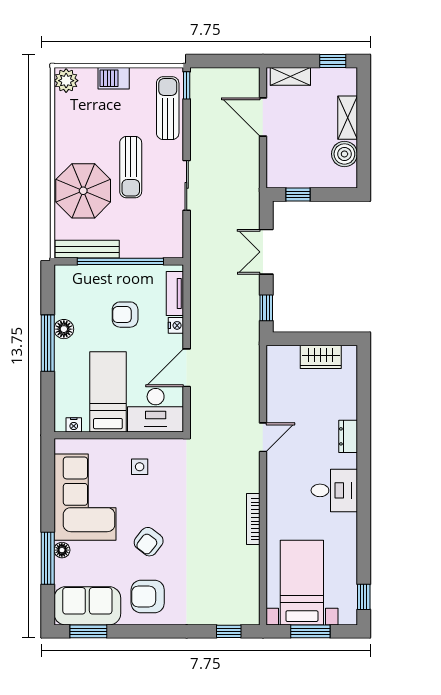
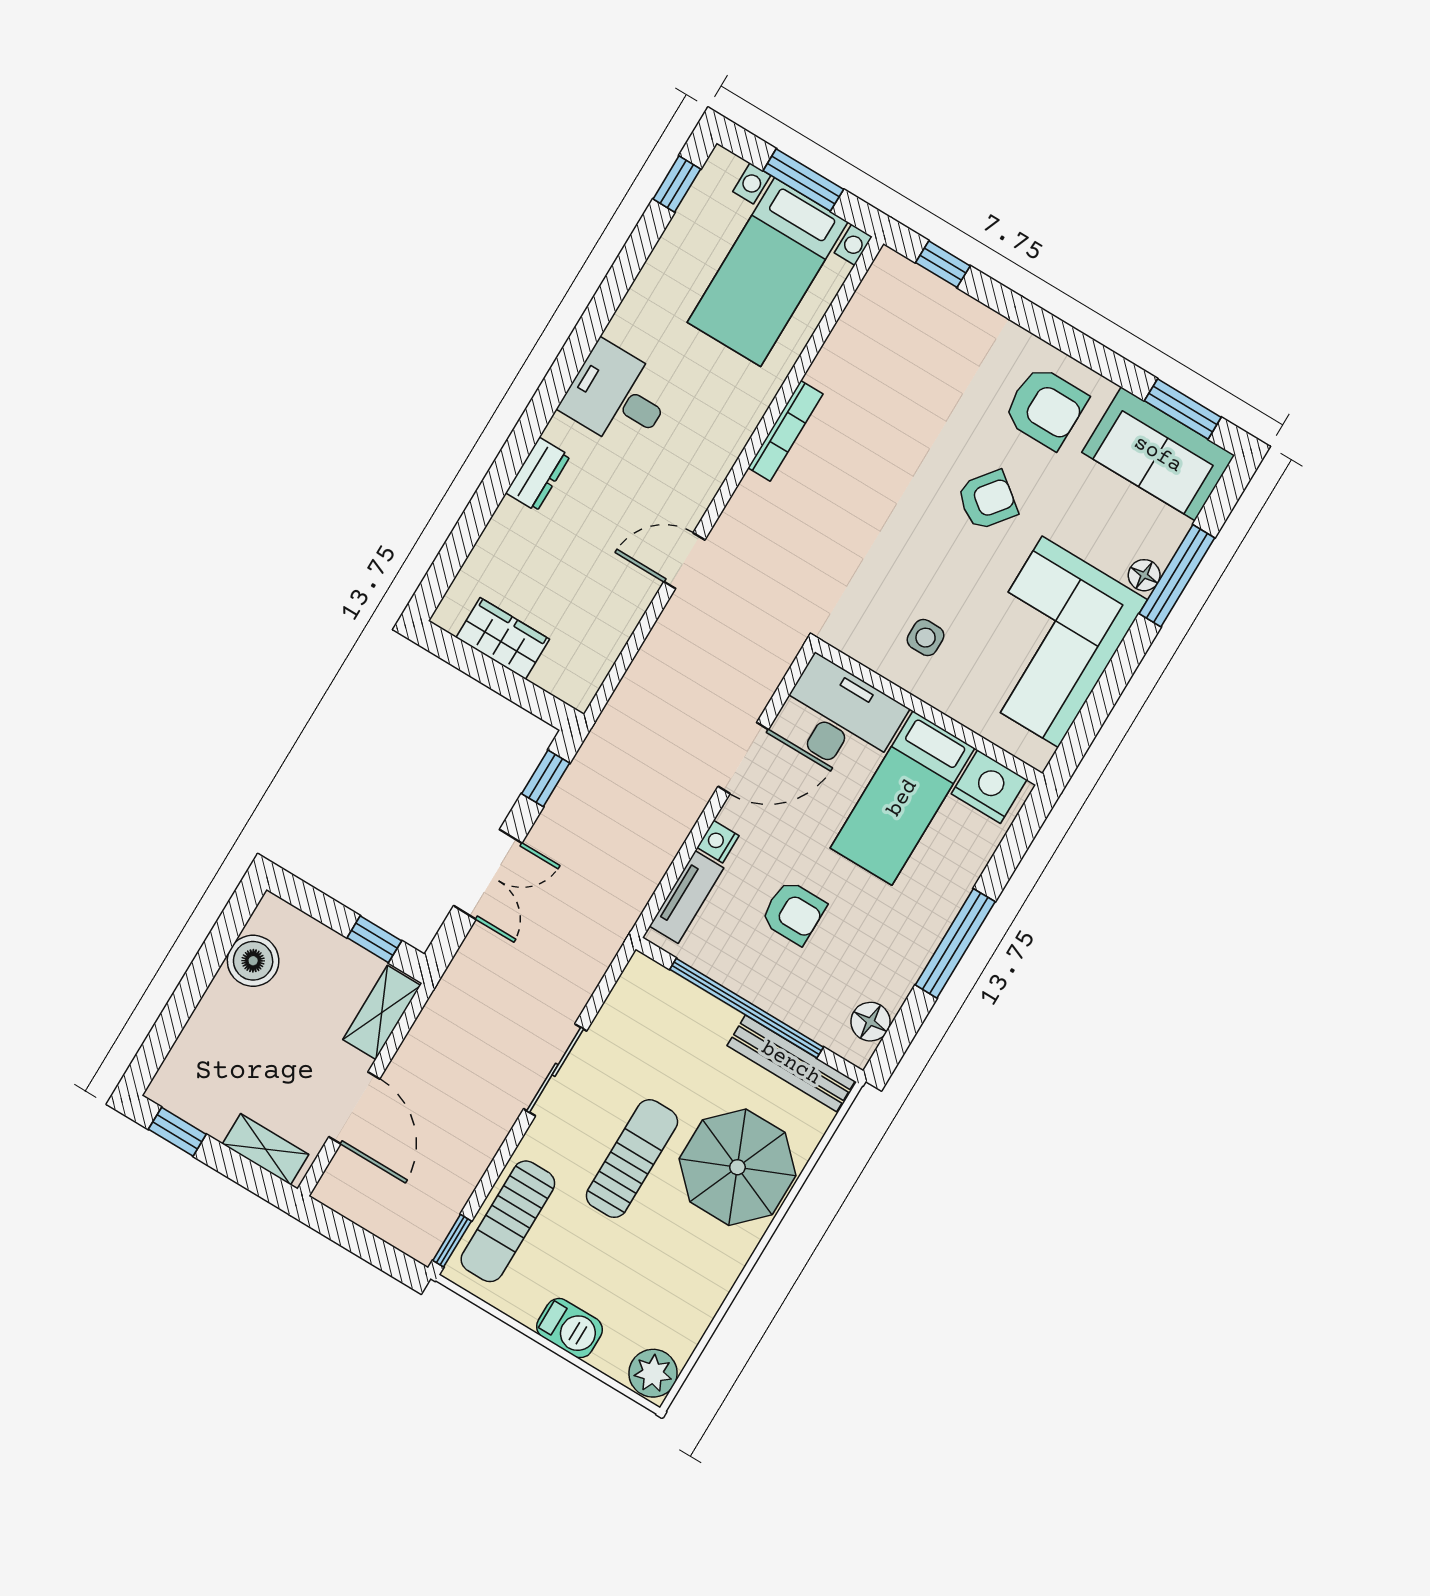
shelving: (348, 118) -> (382, 1012), moved
floor lamp: (64, 329) -> (870, 1022), moved
nightstand: (74, 425) -> (989, 787), width x1.89, depth x1.79

